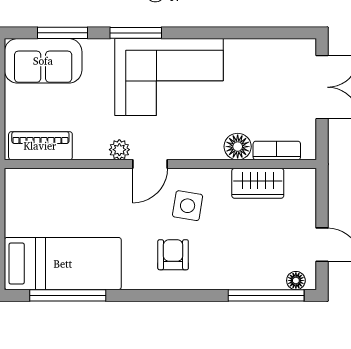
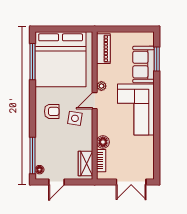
window: (136, 33) -> (157, 94), removed
sofa: (43, 61) -> (144, 65), moved
door: (150, 164) -> (95, 101), hinge flipped
wardrobe: (258, 183) -> (86, 164), moved
bed: (63, 264) -> (61, 59), width x2.04

